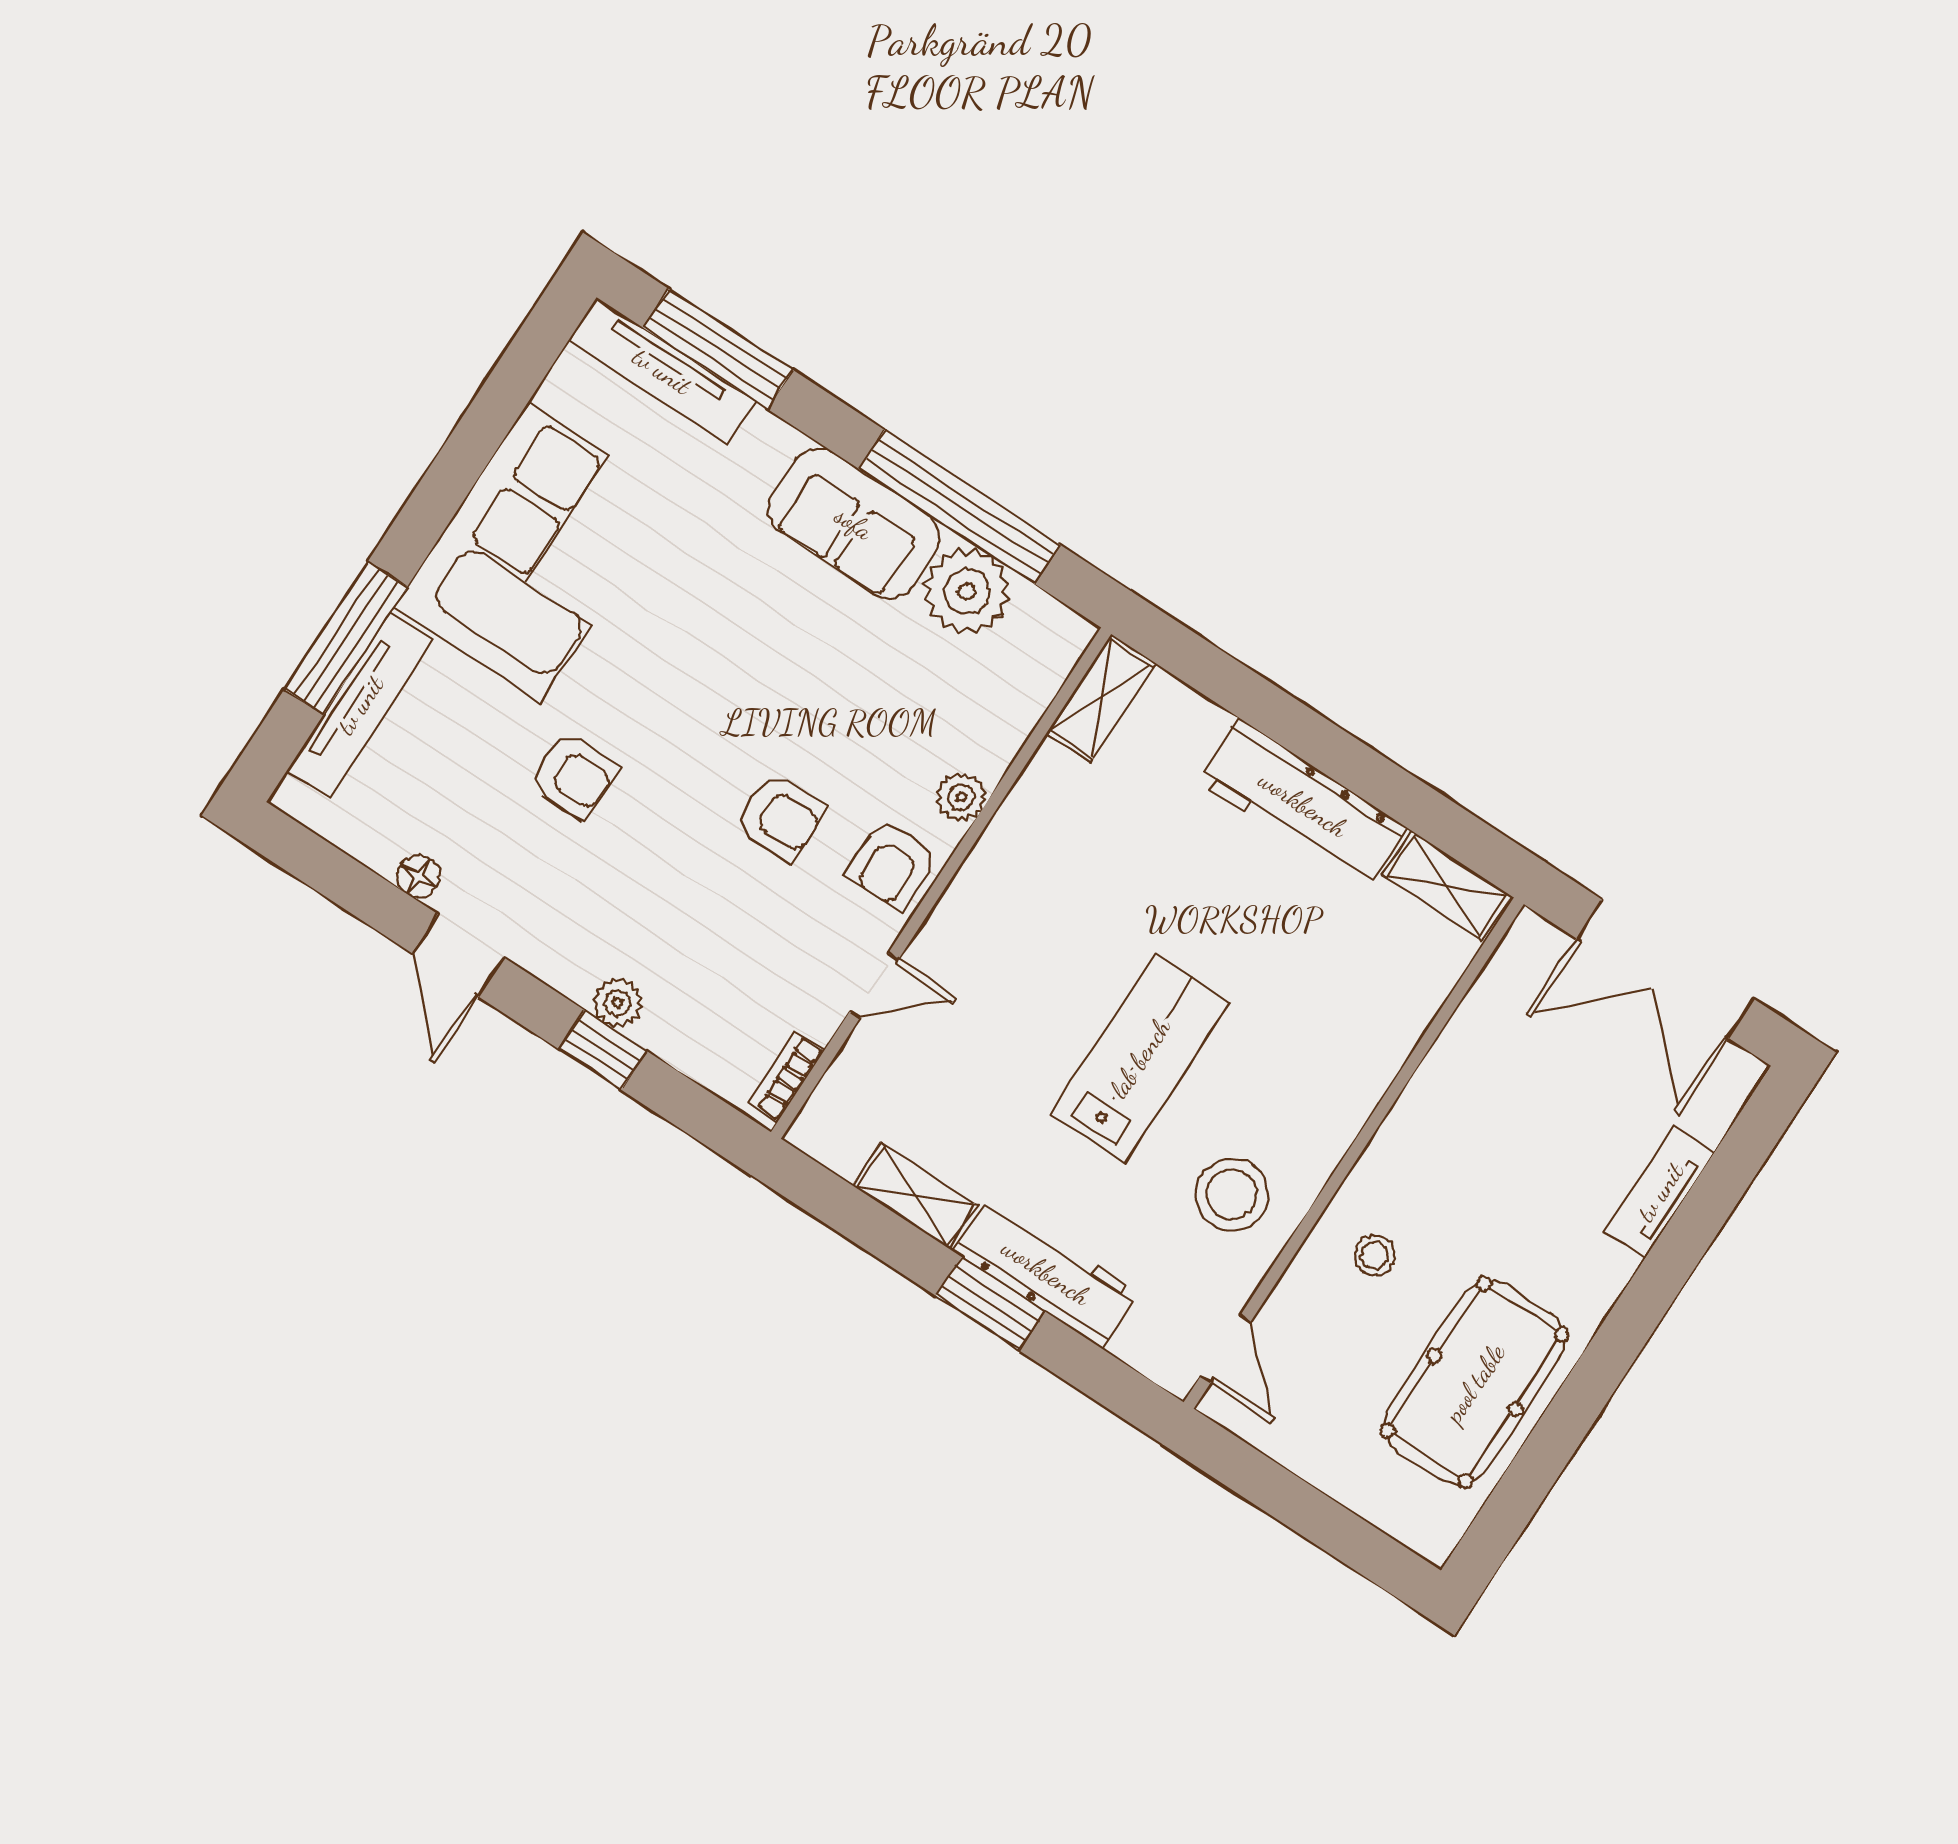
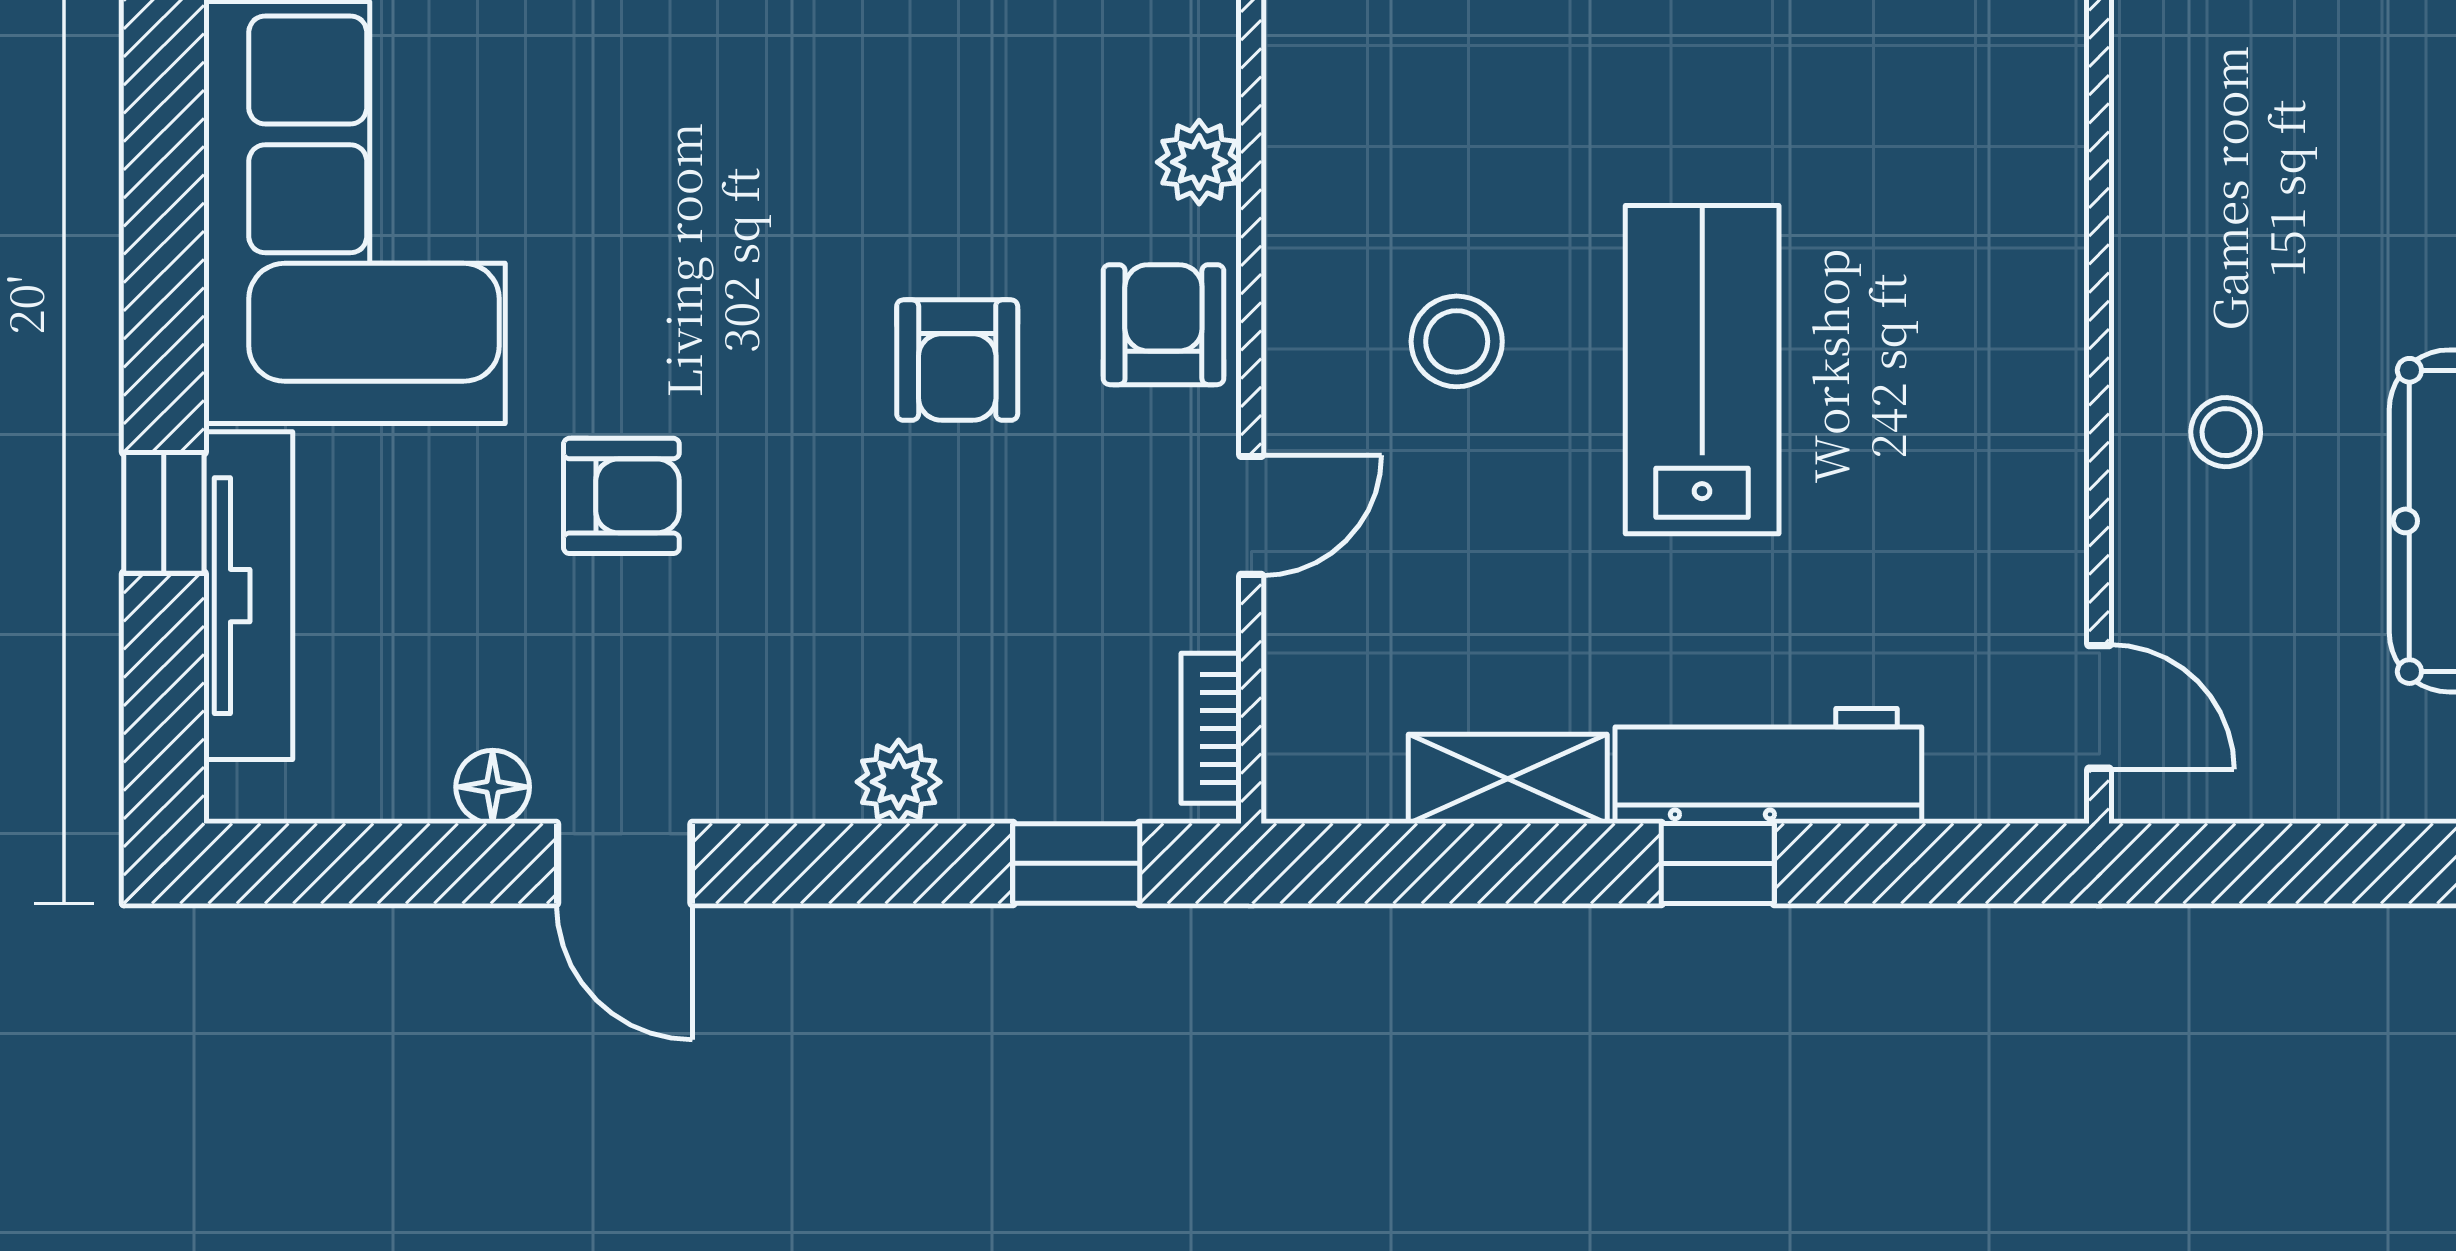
window: (346, 638) -> (164, 513), width x0.46
armchair: (780, 816) -> (957, 360), turned 90
armchair: (892, 865) -> (1163, 325), turned 180
window: (603, 1050) -> (1076, 863), moved
stool: (1232, 1195) -> (1457, 341), moved, width x0.73, depth x0.73
window: (990, 1304) -> (1718, 863), width x0.67

